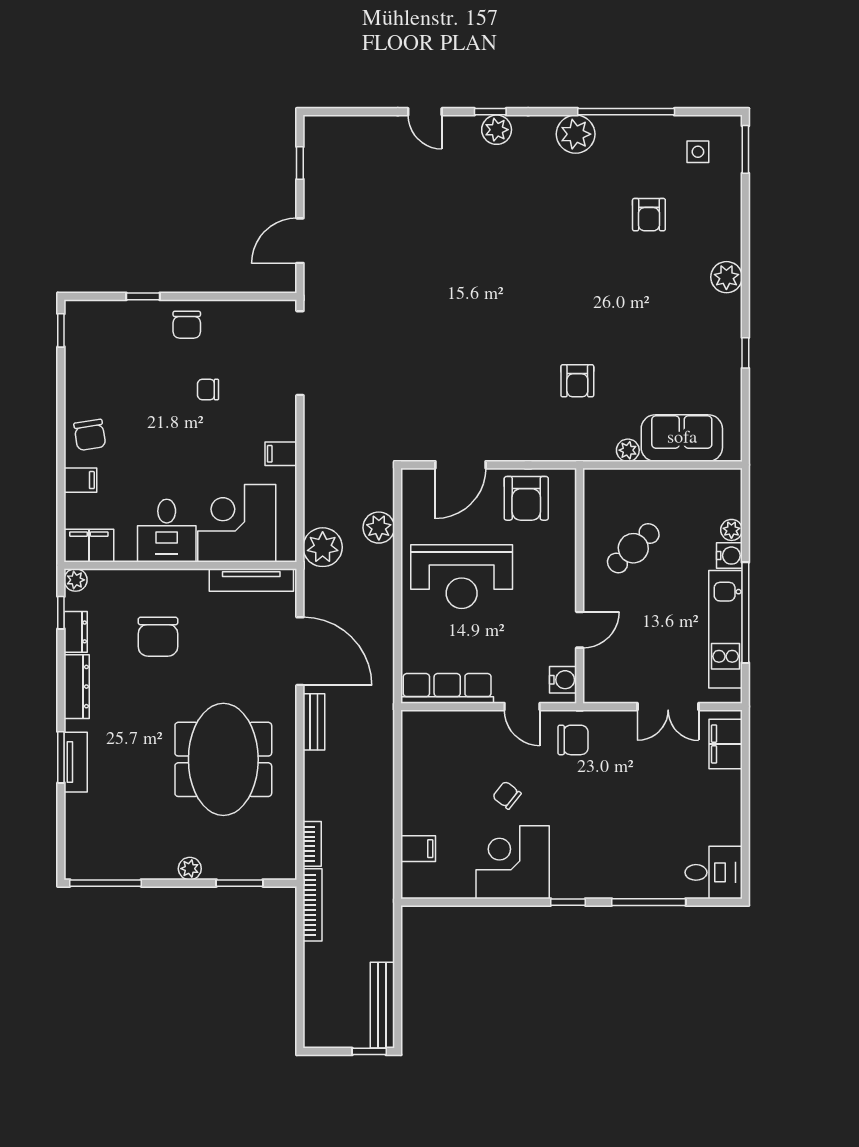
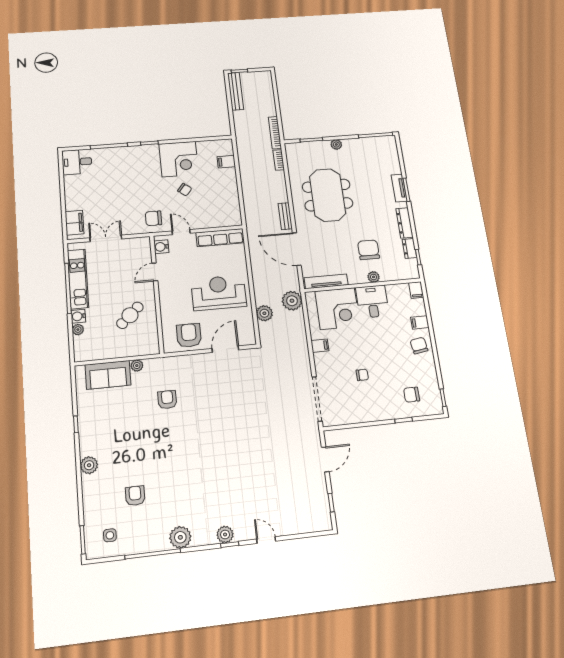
chair: (187, 325) -> (412, 395), moved, turned -90
filing cabinet: (89, 546) -> (416, 290), width x0.50
plant: (76, 580) -> (374, 277), moved

